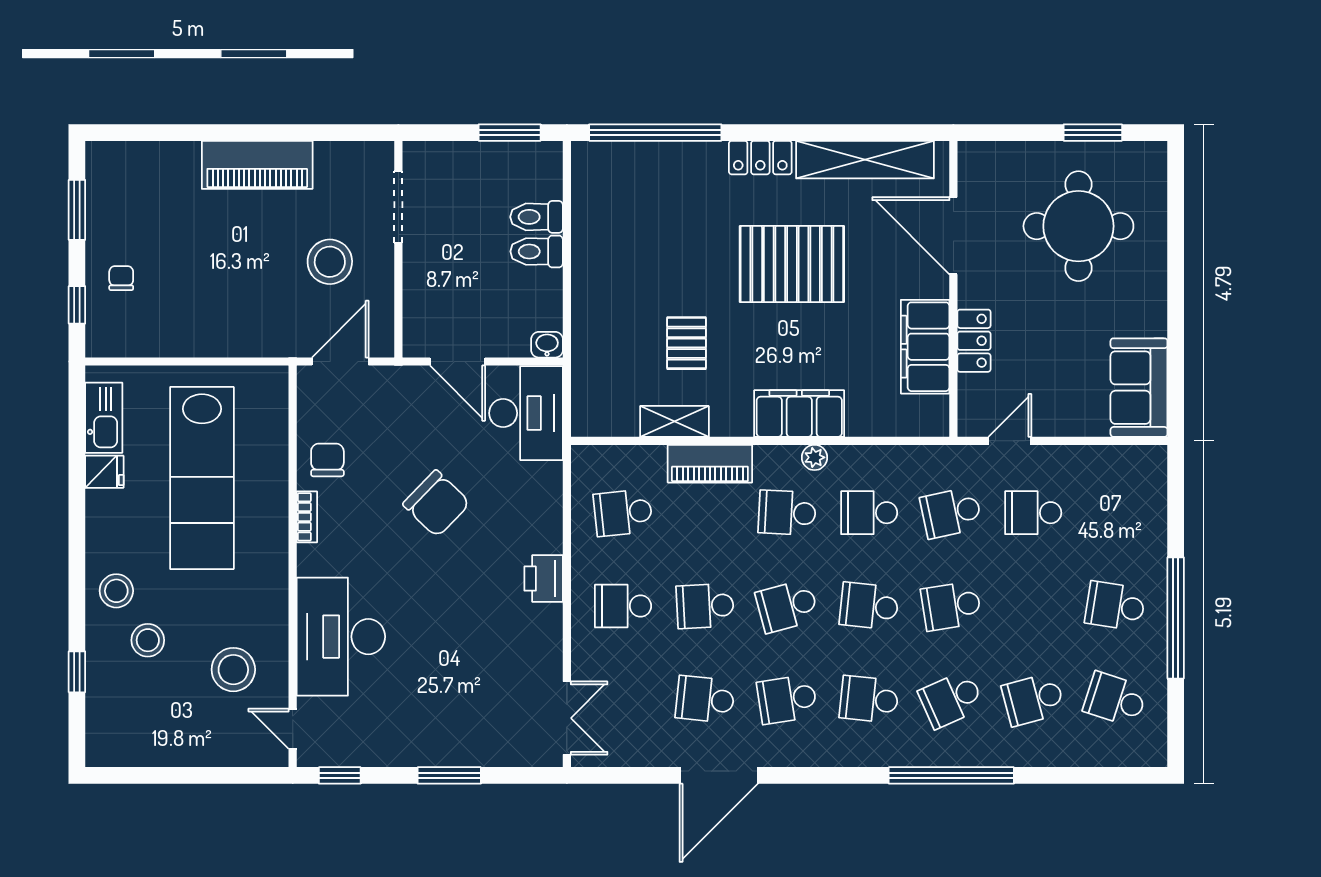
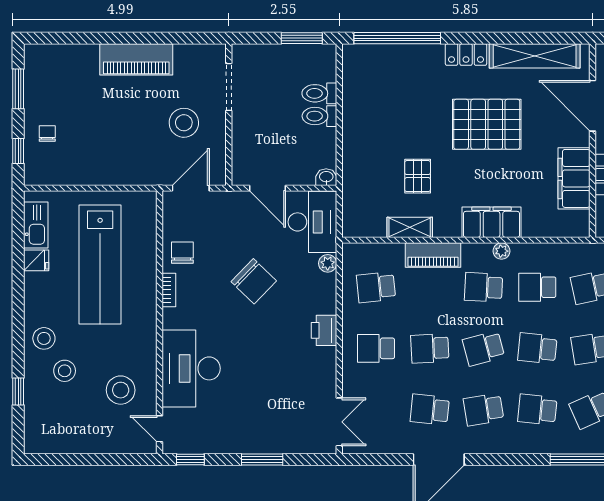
plant: (549, 476) -> (328, 263), added

